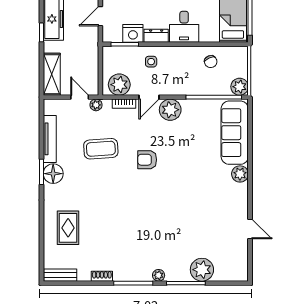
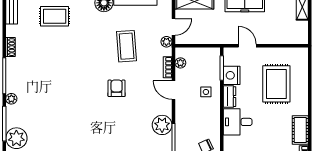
plant: (119, 85) -> (180, 63), width x0.53, depth x0.53
plant: (170, 110) -> (162, 125), moved

